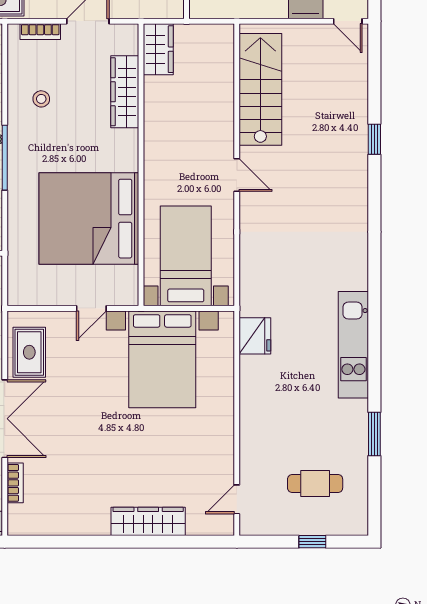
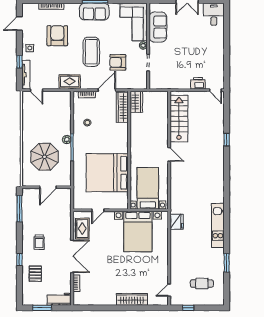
wardrobe: (125, 92) -> (122, 107), moved
door: (91, 308) -> (98, 210), moved
window: (312, 542) -> (188, 308), moved

